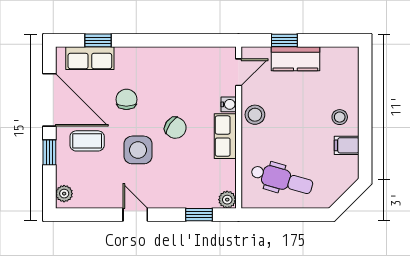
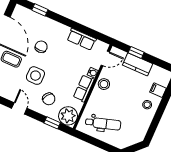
row of seats: (90, 58) -> (81, 39), moved
chair: (175, 128) -> (49, 99), moved
filing cabinet: (347, 145) -> (158, 90), moved
dental chair: (282, 179) -> (103, 124), turned -33
plant: (227, 200) -> (68, 116), width x1.87, depth x1.87

